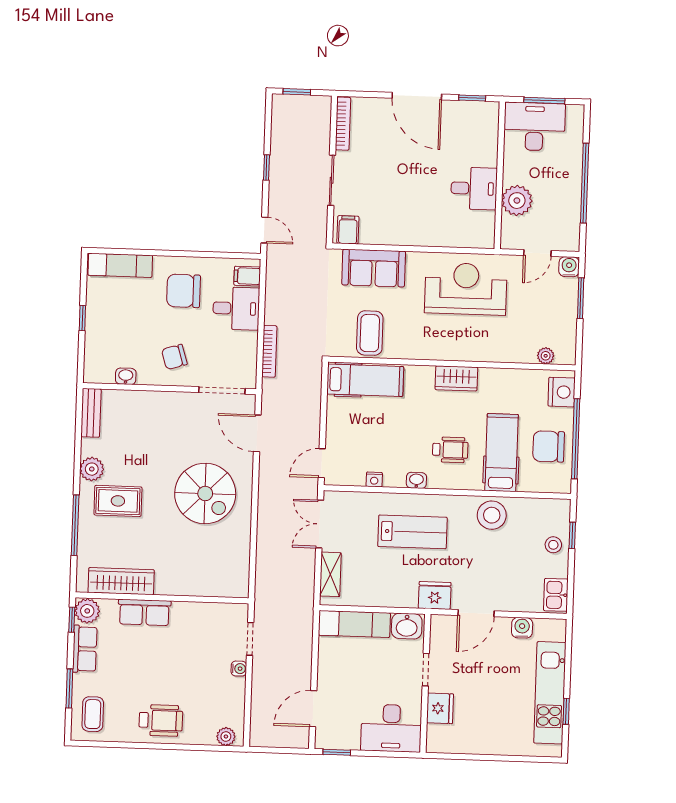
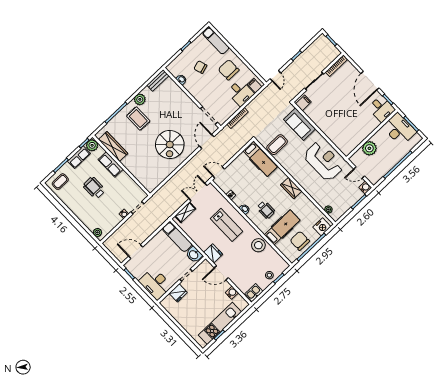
desk: (474, 188) -> (382, 109), moved
chair: (174, 357) -> (200, 67), moved
wheelchair: (161, 720) -> (94, 188), moved, turned 180

